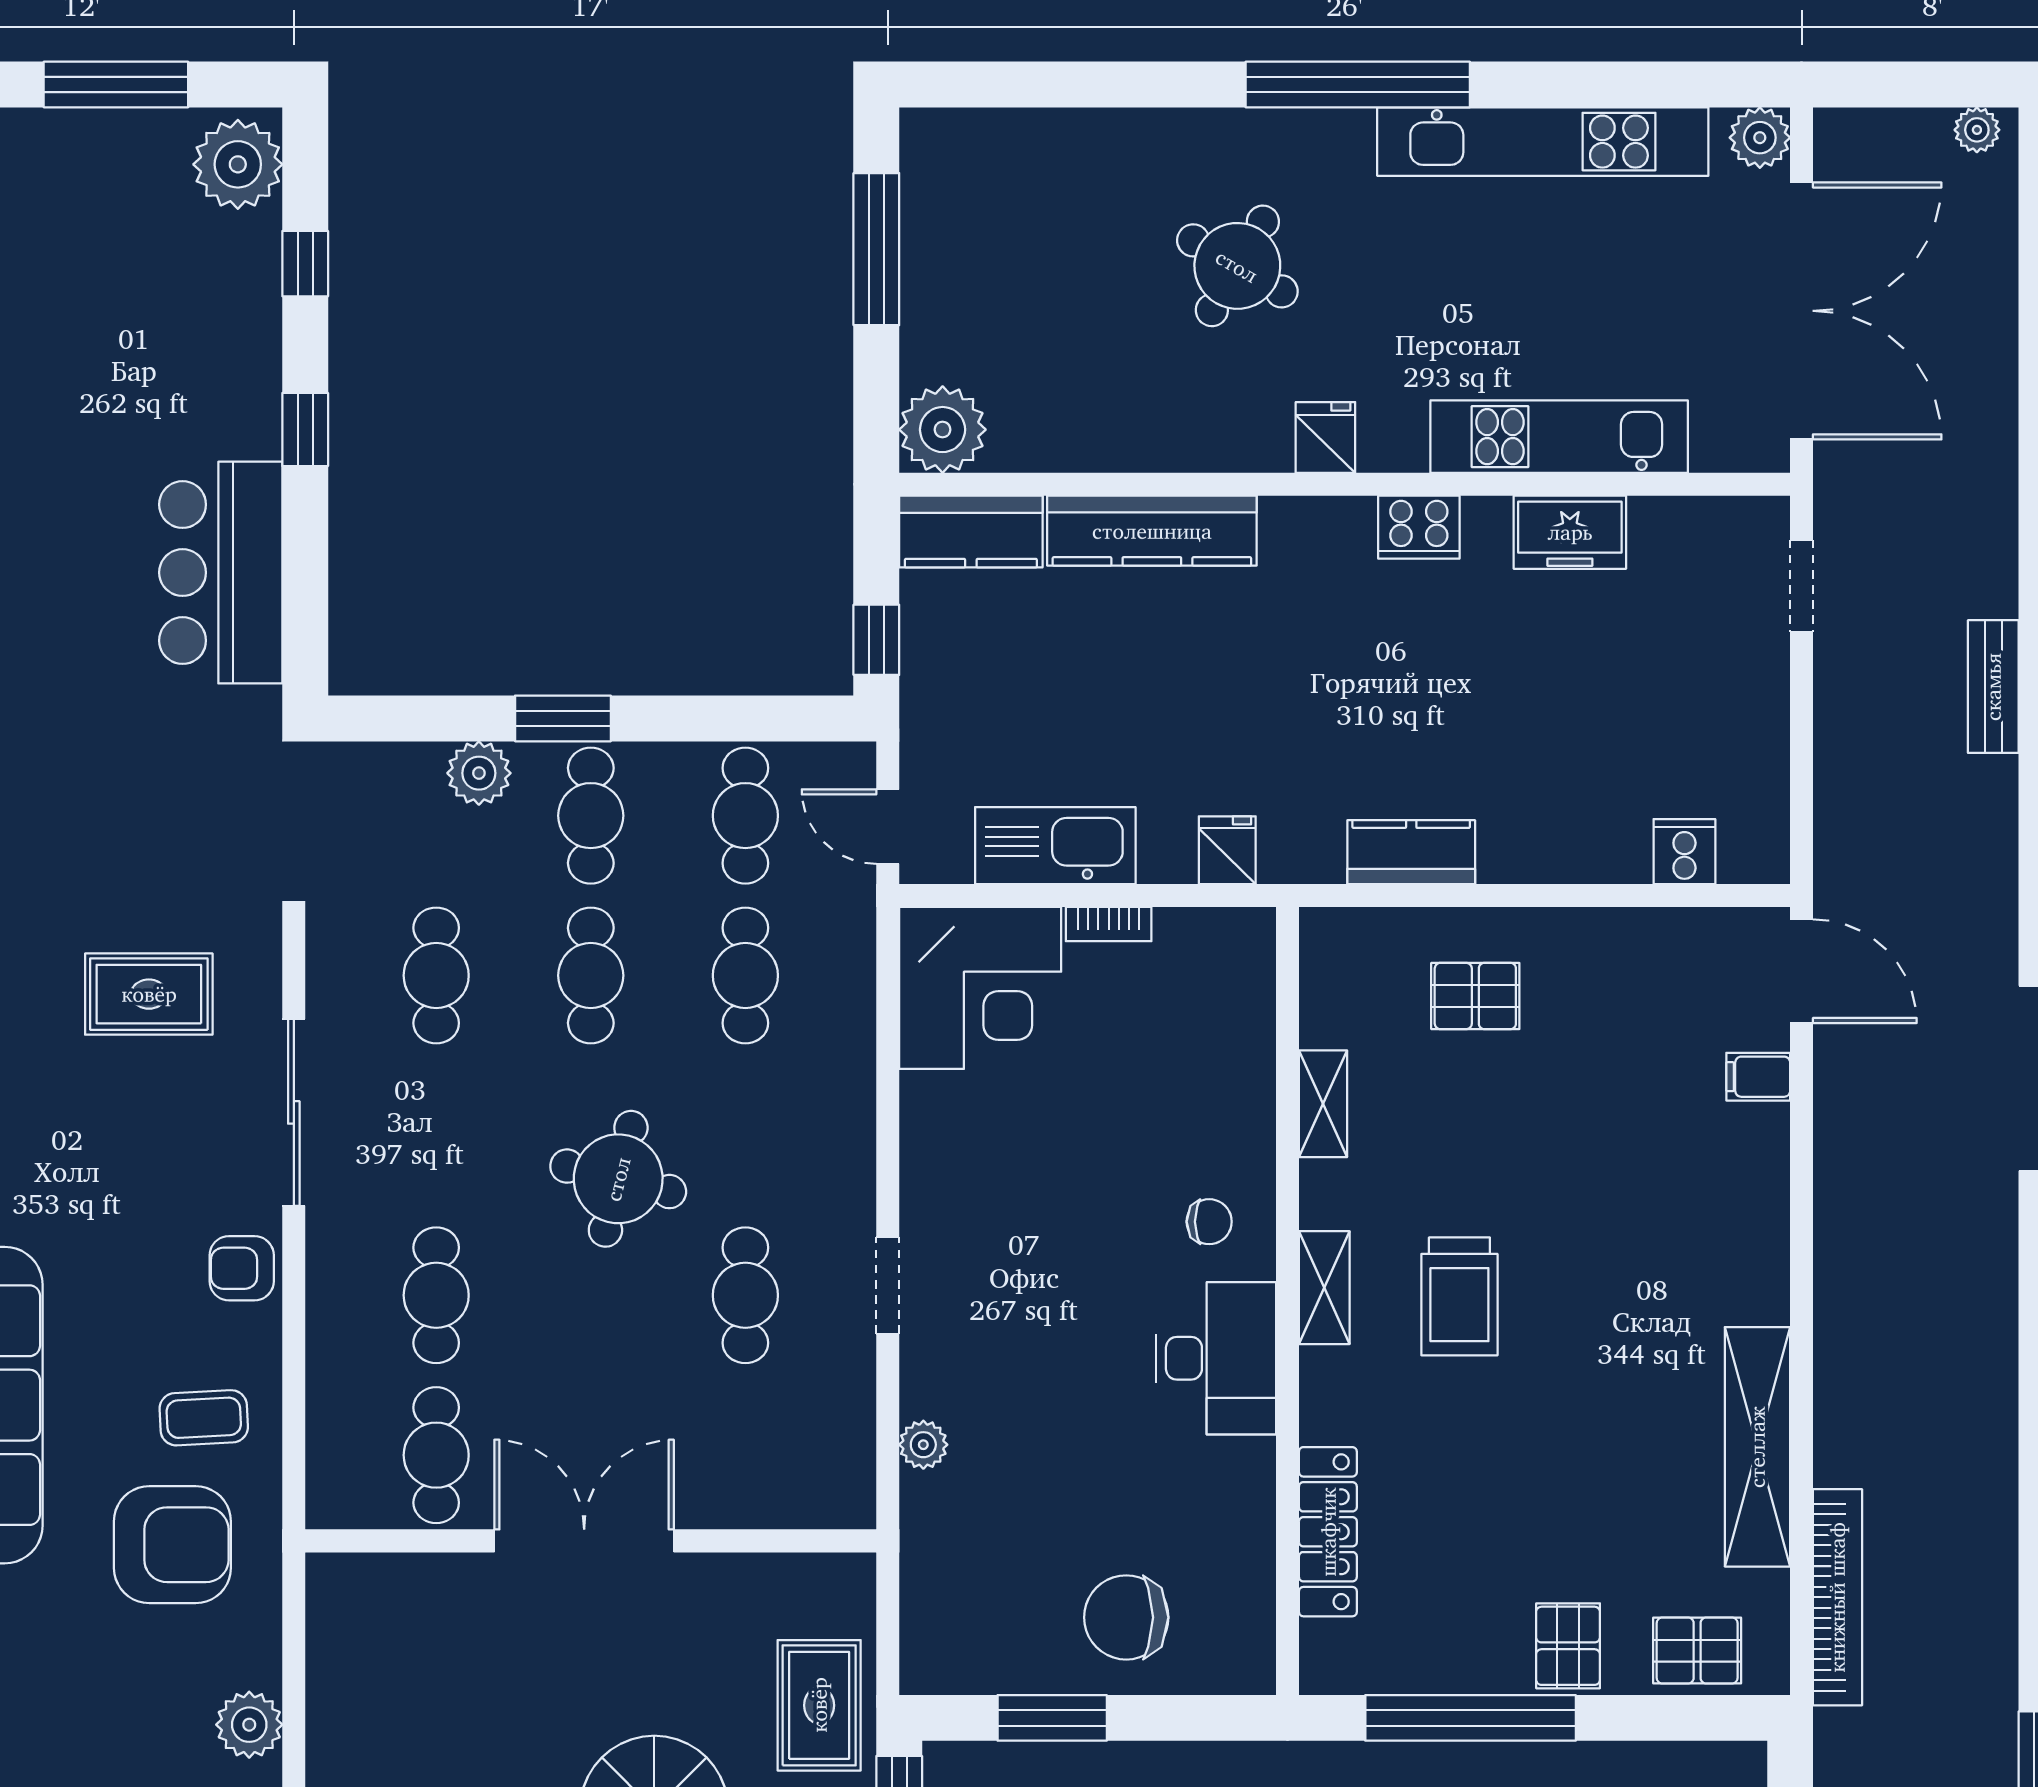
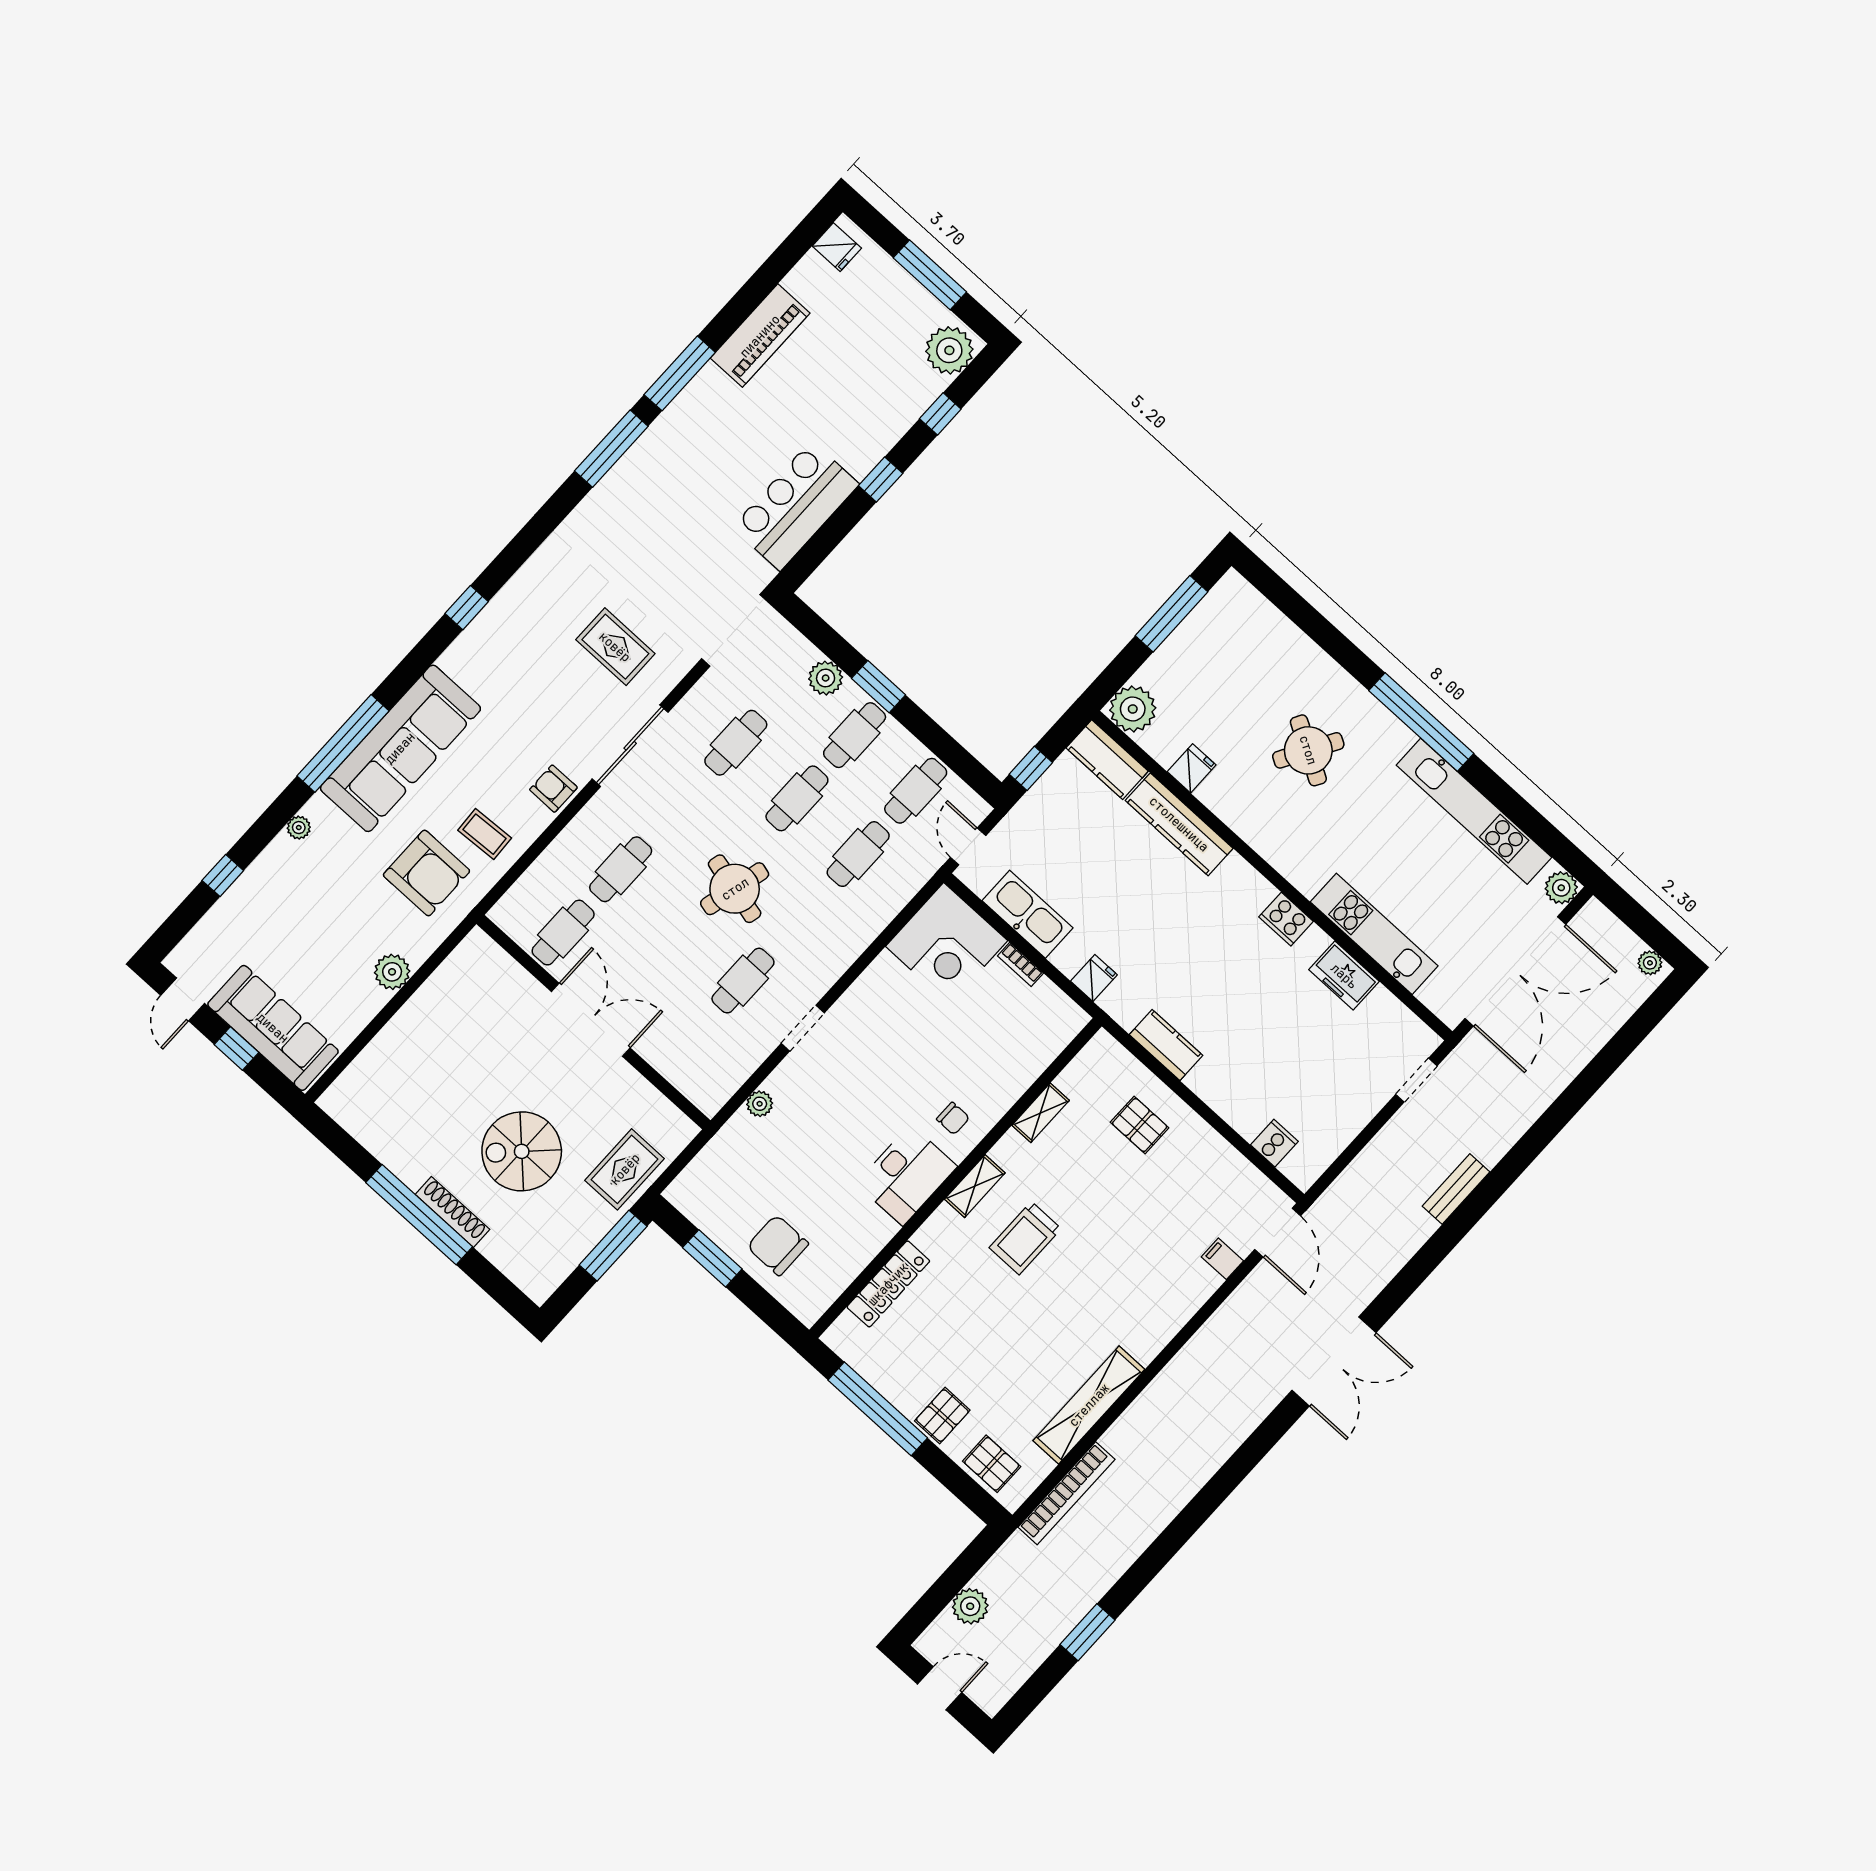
fridge: (1325, 437) -> (1192, 768), moved

